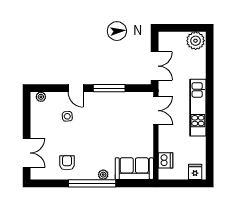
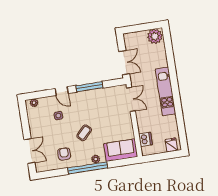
coffee table: (94, 141) -> (84, 133), added

